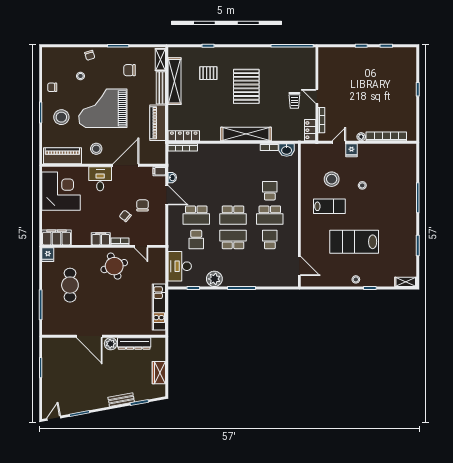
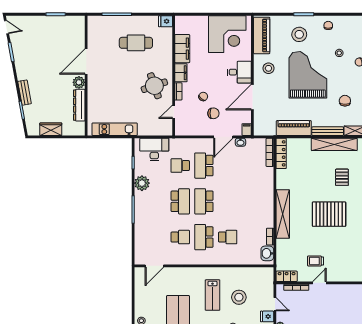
door: (126, 165) -> (252, 97), swing flipped
filing cabinet: (57, 238) -> (182, 49), moved

